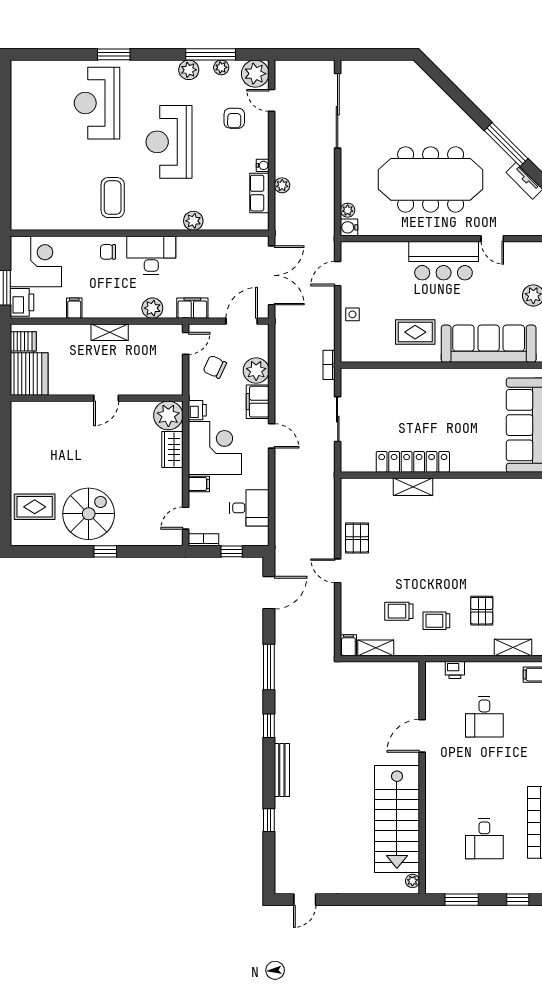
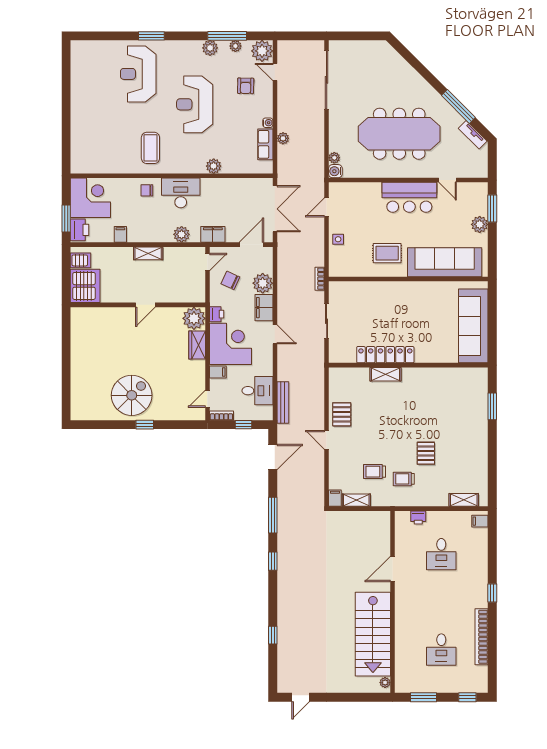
rug: (35, 507) -> (89, 390), removed
pallet: (482, 611) -> (426, 453), moved
bench: (282, 770) -> (283, 403), moved

